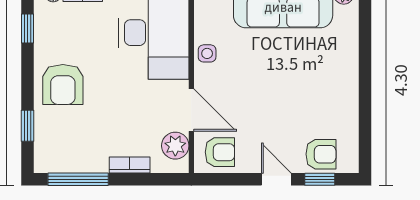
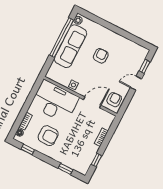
armchair: (63, 84) -> (48, 136), moved
plant: (175, 146) -> (103, 116), removed
armchair: (321, 154) -> (101, 56), moved
window: (78, 179) -> (96, 160), width x0.46

